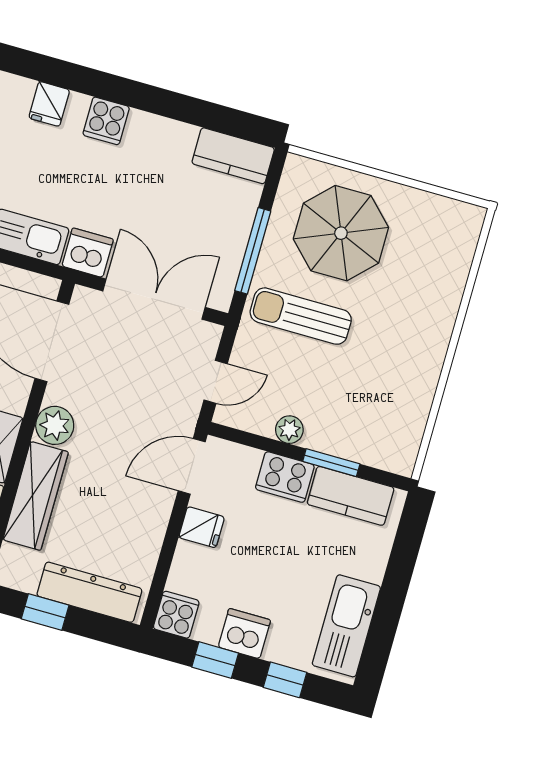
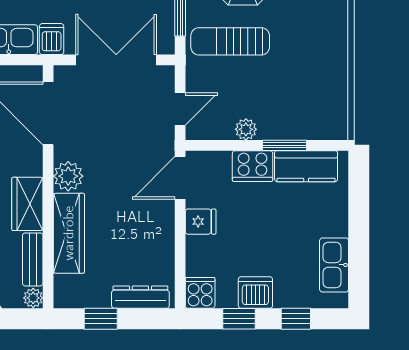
dishwasher: (88, 253) -> (52, 39), width x0.73
dresser: (89, 592) -> (140, 297), width x0.73, depth x0.80
kitchen sink: (346, 626) -> (334, 265), width x0.73, depth x0.81

